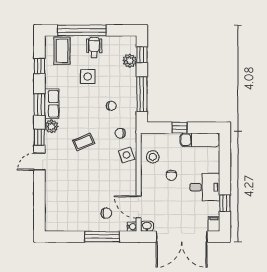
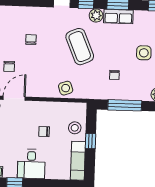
chair: (120, 133) -> (31, 40), moved
coffee table: (84, 142) -> (80, 47), width x1.86, depth x1.72
stool: (153, 157) -> (75, 128), moved

